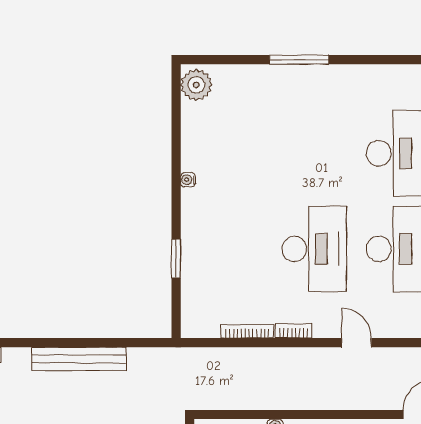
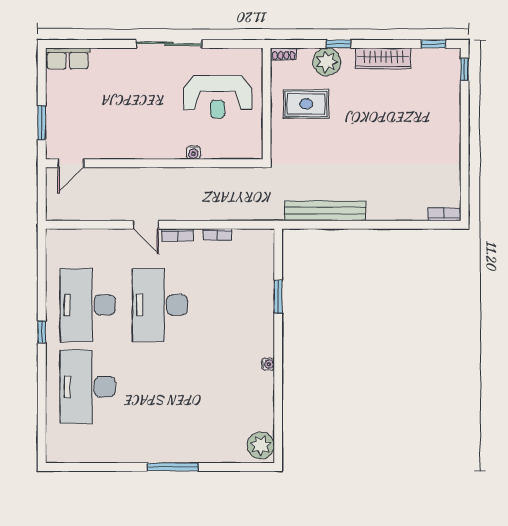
bookcase: (247, 331) -> (217, 234), width x0.64
door: (357, 343) -> (146, 225), moved
bench: (79, 359) -> (325, 211), moved

